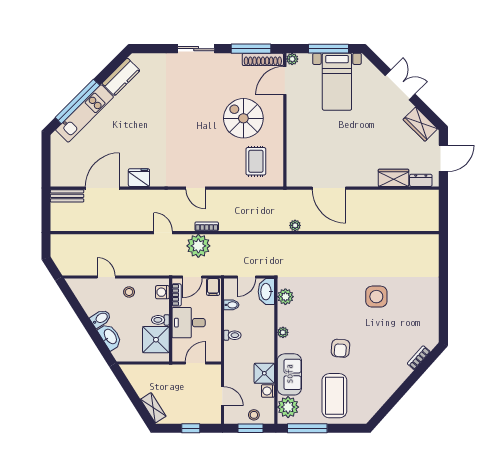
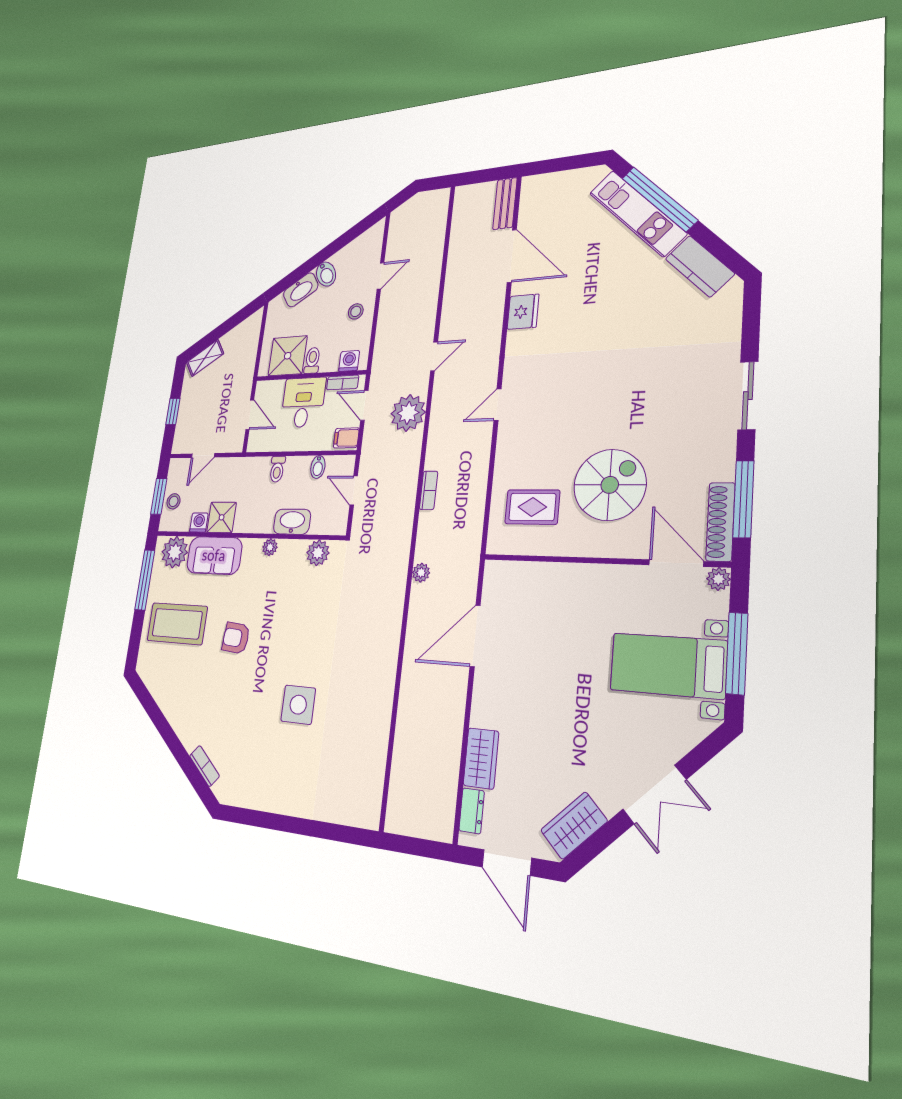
bookcase: (207, 226) -> (429, 490), moved
washbasin: (266, 292) -> (292, 522), moved

